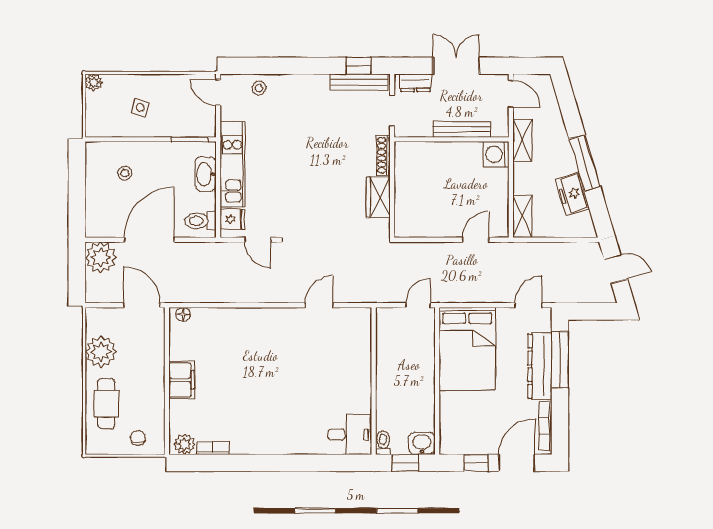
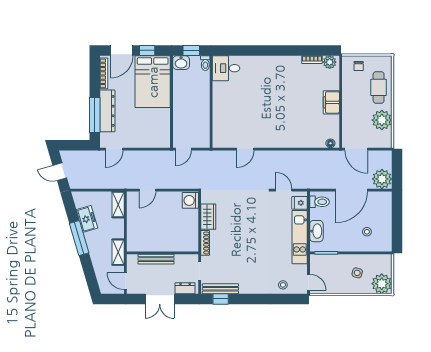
plant: (94, 82) -> (382, 284), width x1.87, depth x1.87
washing machine: (496, 154) -> (190, 200), moved, turned 180
bed: (467, 349) -> (153, 82), moved, turned 180

